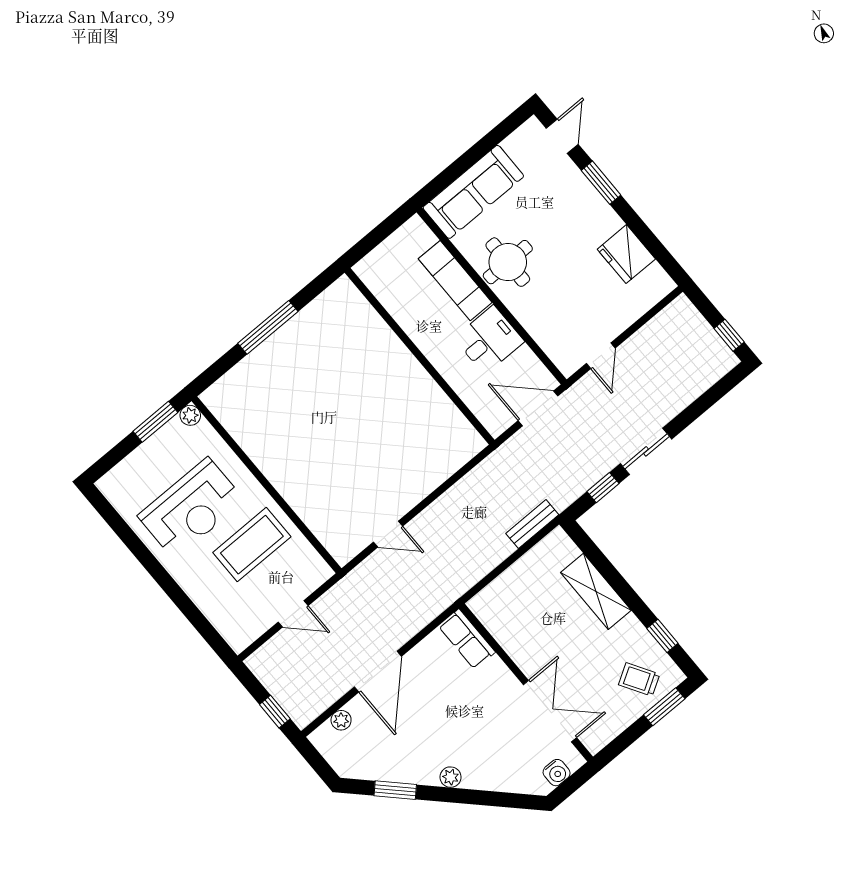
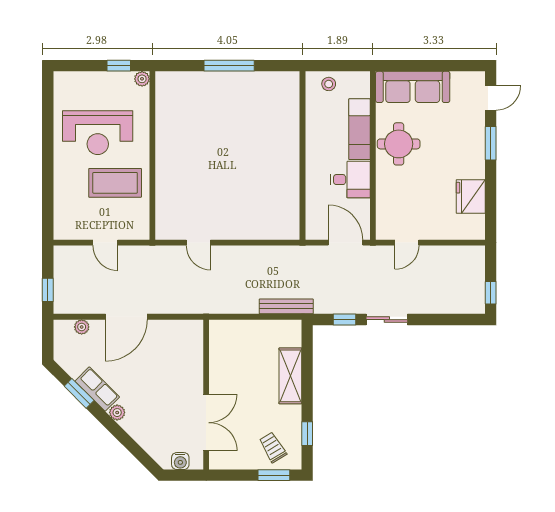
stool: (385, 261) -> (329, 84), added
window: (155, 422) -> (119, 66), width x0.67
bench: (532, 524) -> (286, 306), width x1.36
row of seats: (467, 639) -> (97, 389), moved, turned 135

